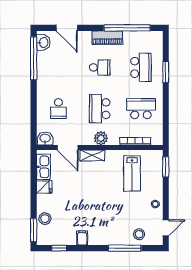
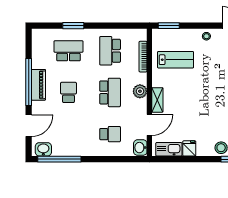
window: (127, 28) -> (29, 82), moved
school desk: (100, 109) -> (110, 92), turned -90

